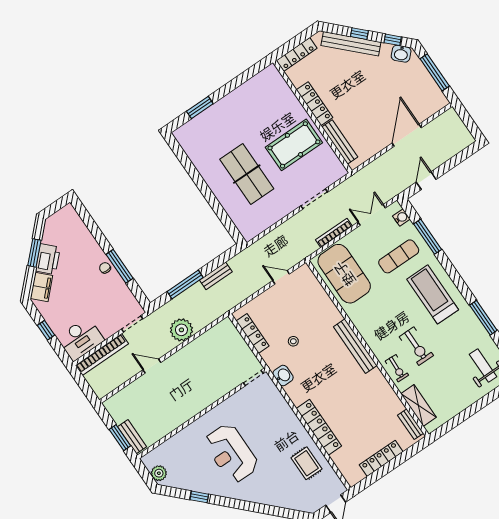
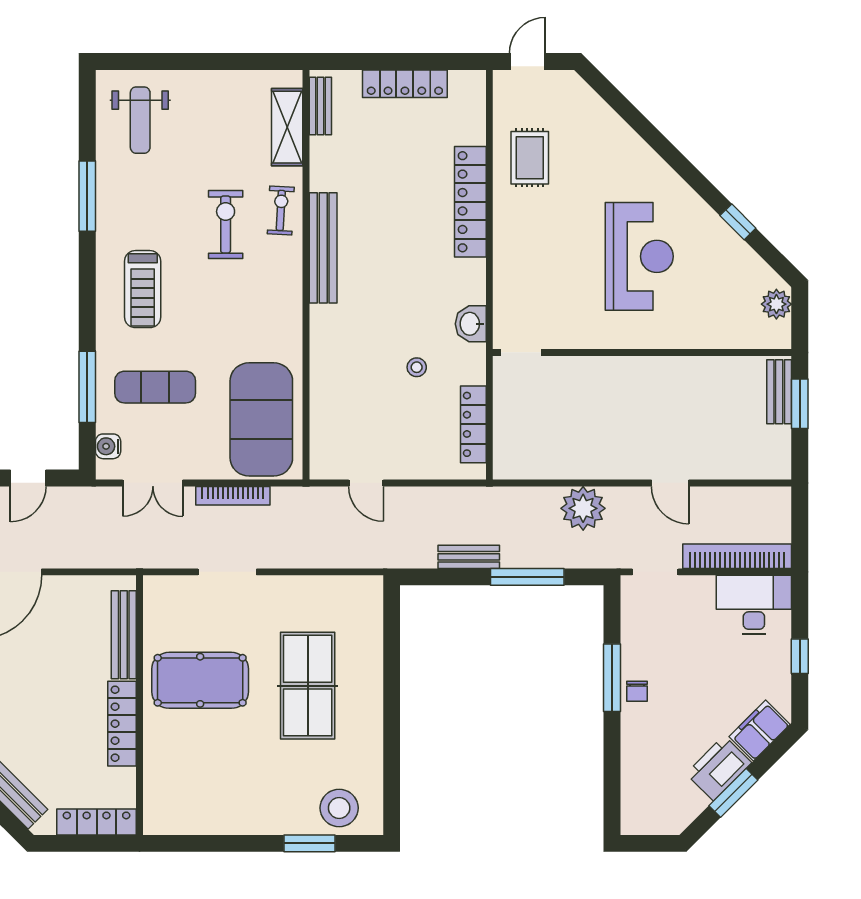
stool: (198, 131) -> (339, 808), added
treadmill: (433, 294) -> (143, 289), width x0.73, depth x0.73
bench: (355, 346) -> (323, 248), moved

